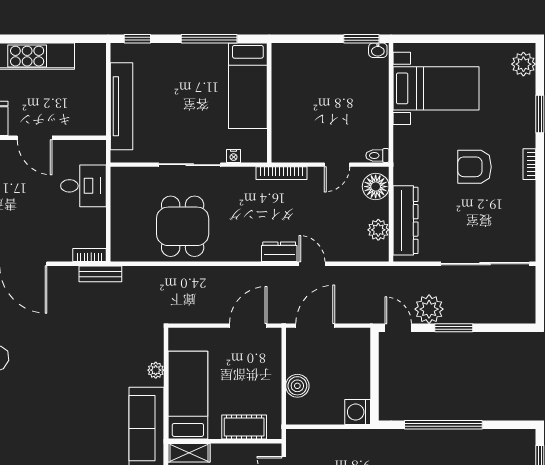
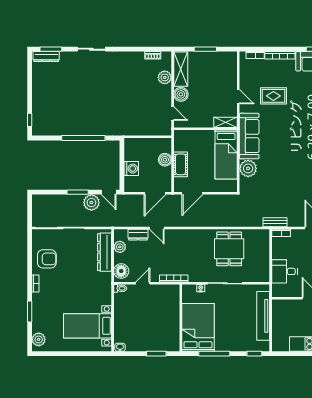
window: (361, 39) -> (156, 354), moved
bed: (248, 86) -> (198, 327), width x1.50
armchair: (475, 167) -> (47, 259), moved
dresser: (279, 252) -> (138, 235), moved
plant: (156, 370) -> (248, 168), width x1.87, depth x1.87
washing machine: (358, 412) -> (131, 169), moved
cot: (244, 427) -> (181, 164), moved, turned 90

